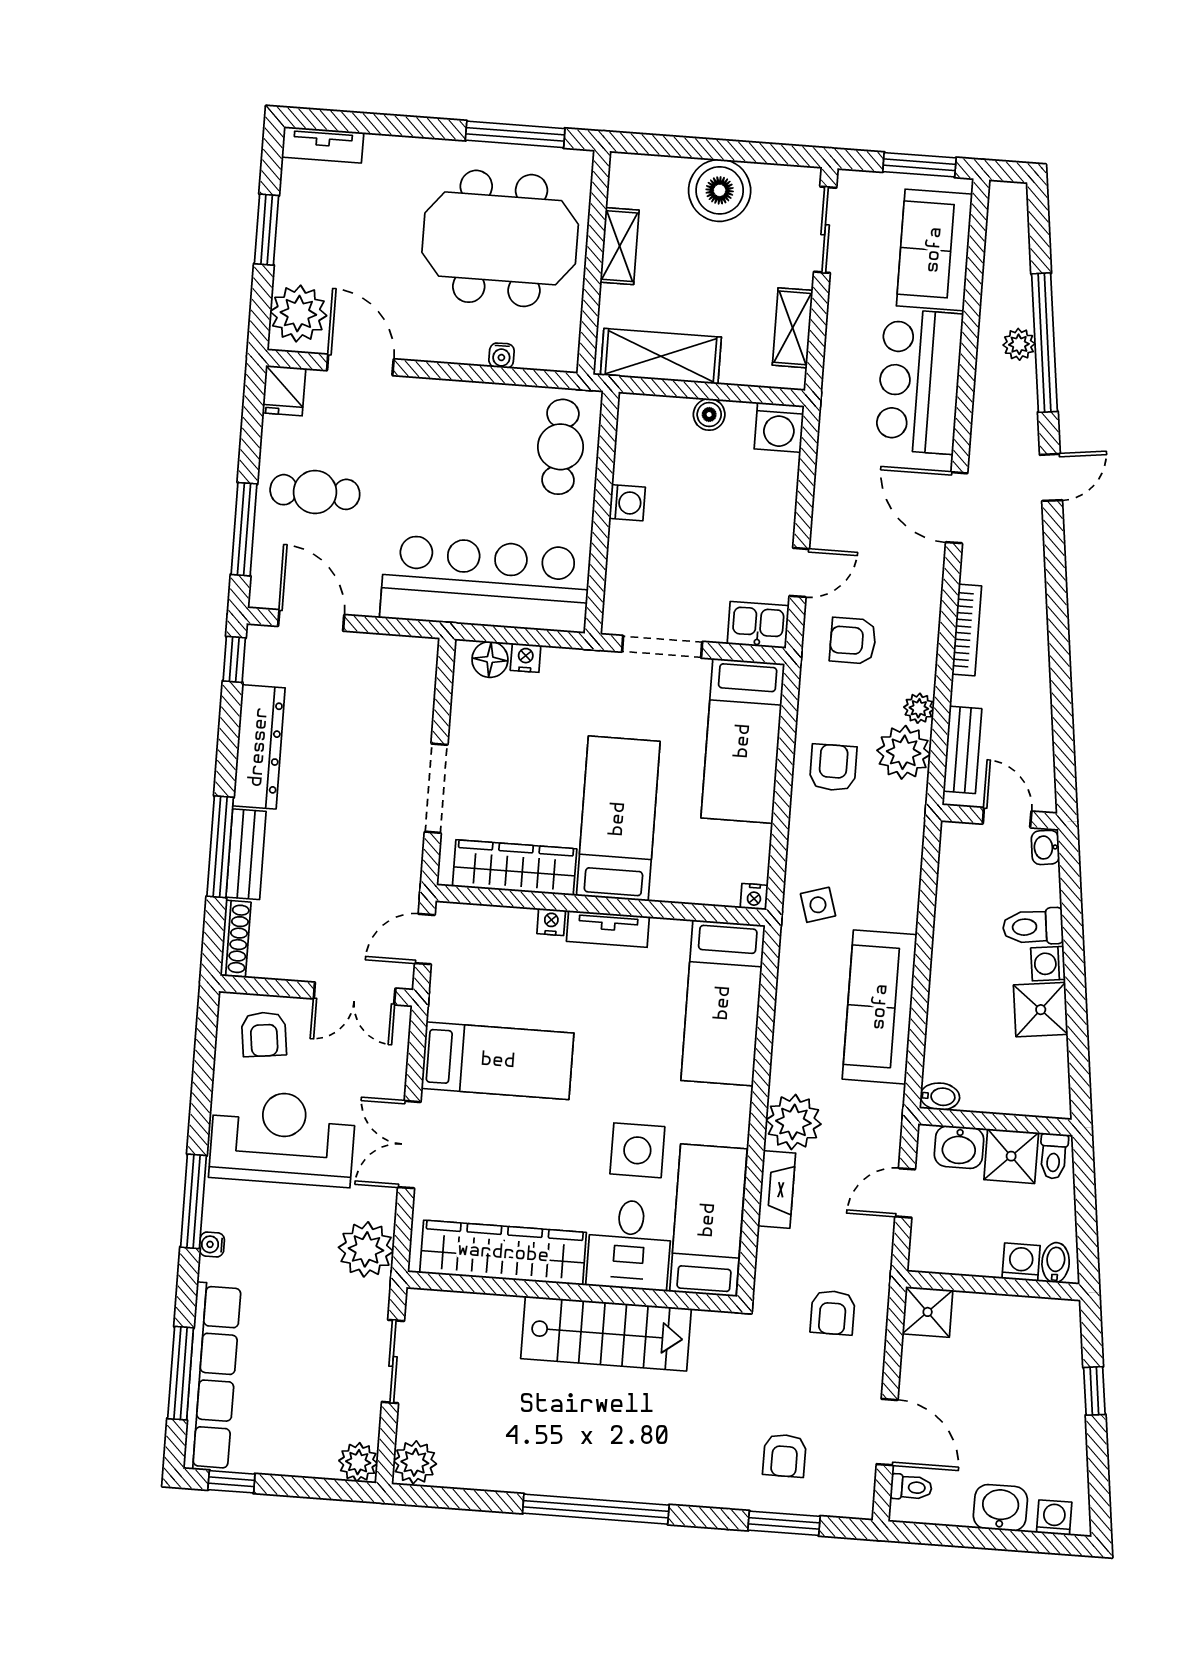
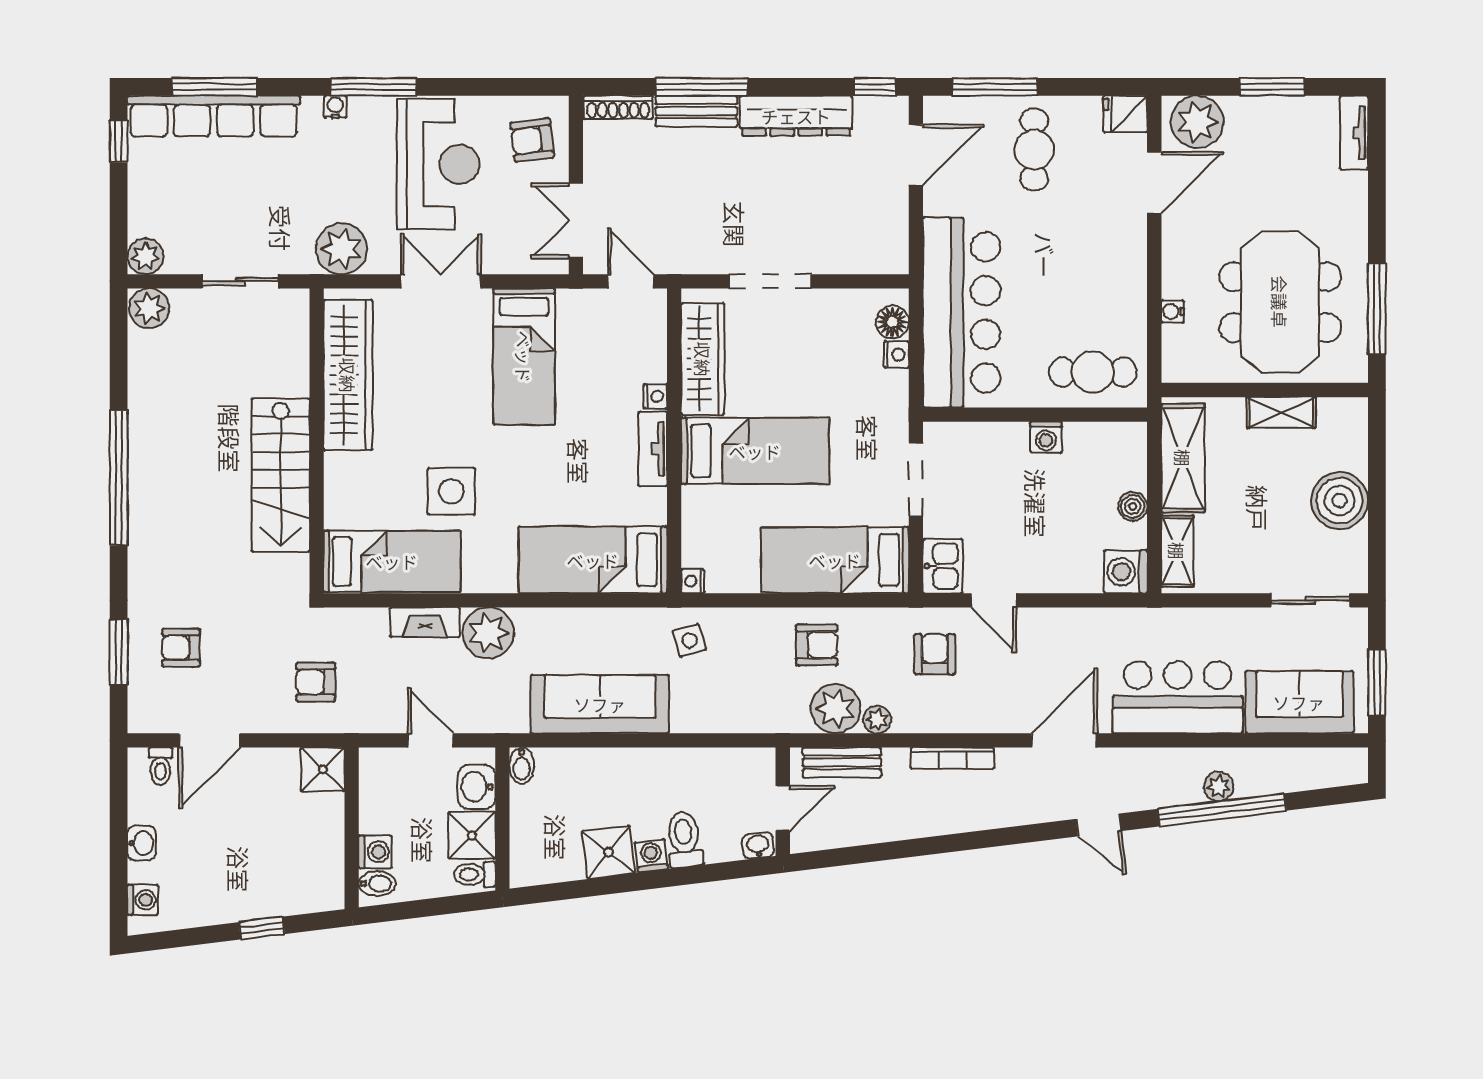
shelving: (793, 328) -> (1177, 551), moved, turned 90
desk: (629, 1245) -> (364, 490), removed
washbasin: (1000, 1508) -> (142, 843), width x0.72, depth x0.69

